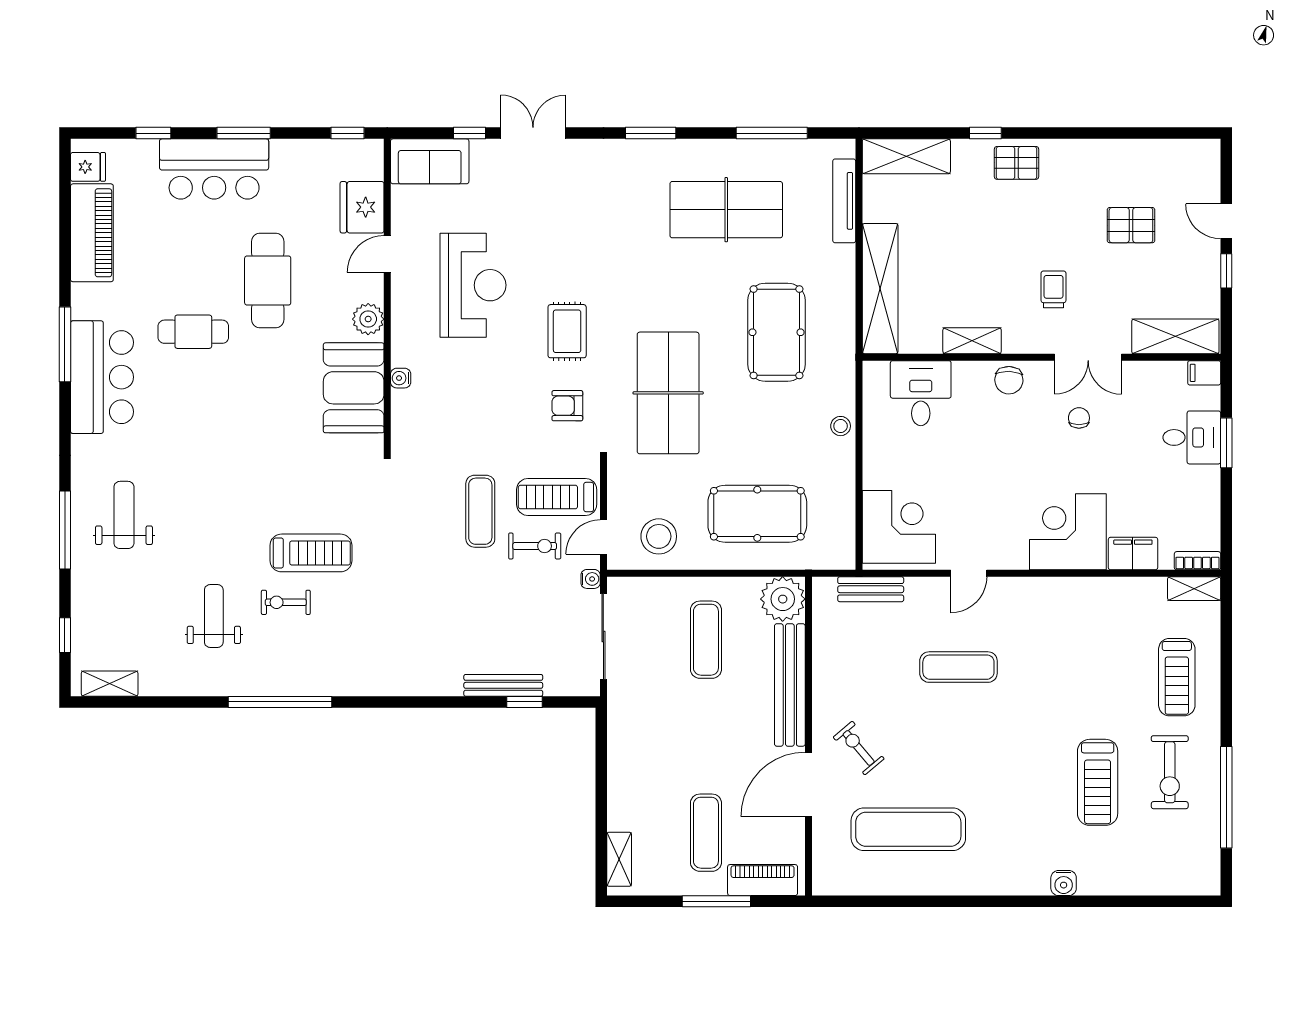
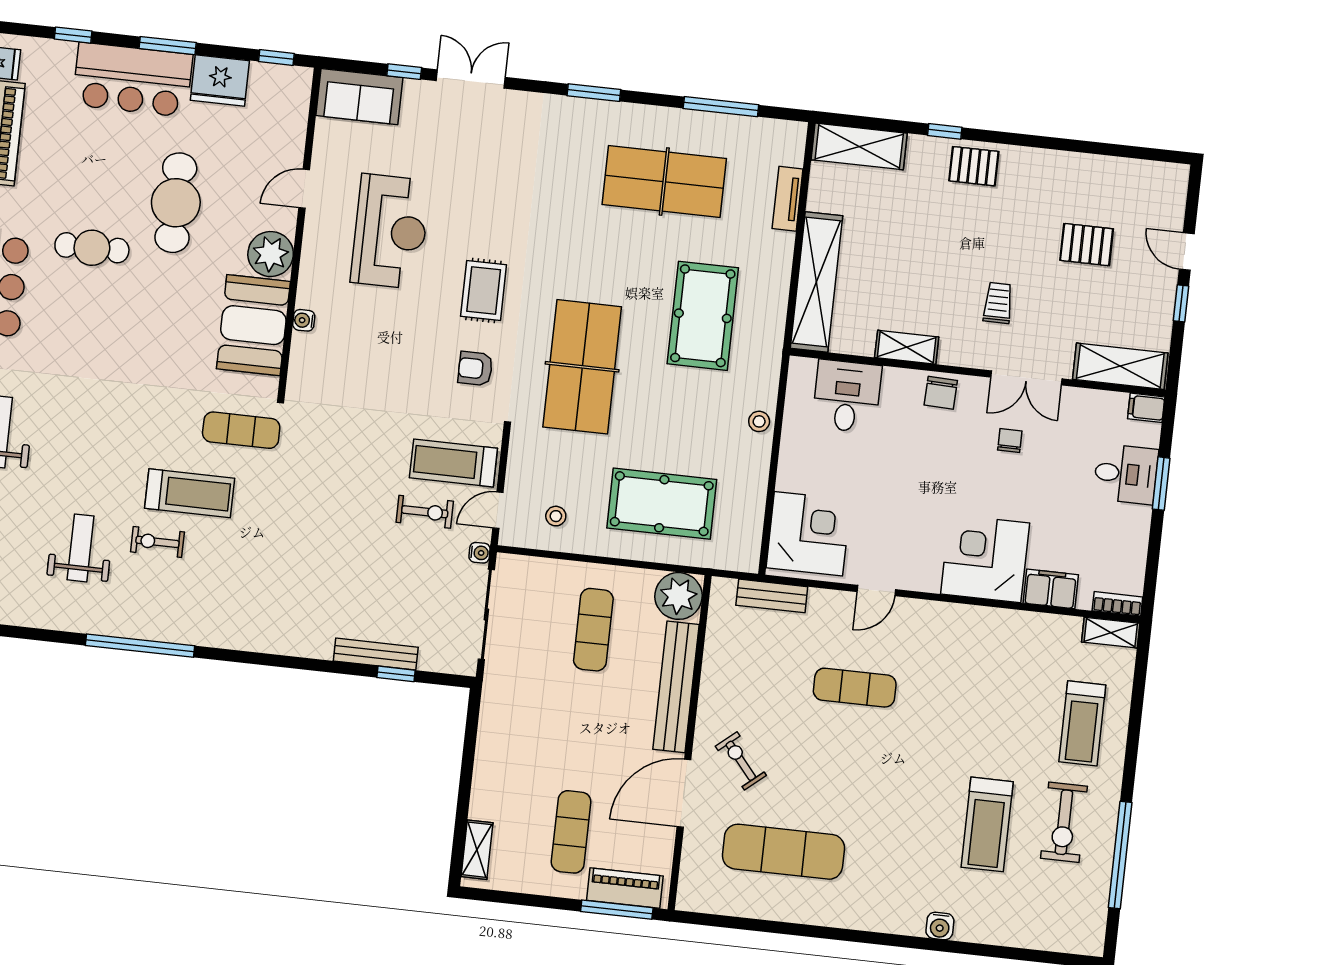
tv unit: (844, 201) -> (788, 199), width x0.71
fridge: (362, 207) -> (220, 80), moved, turned -90
plant: (368, 319) -> (271, 254), width x1.36, depth x1.36
exercise mat: (480, 511) -> (241, 430), moved, turned 90
stool: (659, 536) -> (556, 516), width x0.53, depth x0.53
window: (716, 901) -> (617, 910), moved

